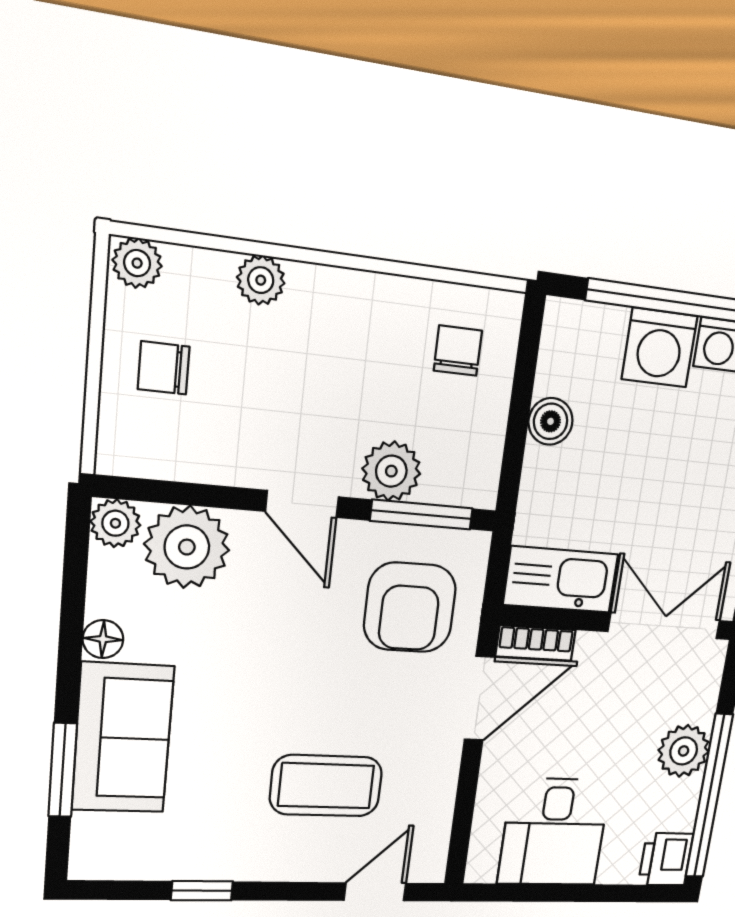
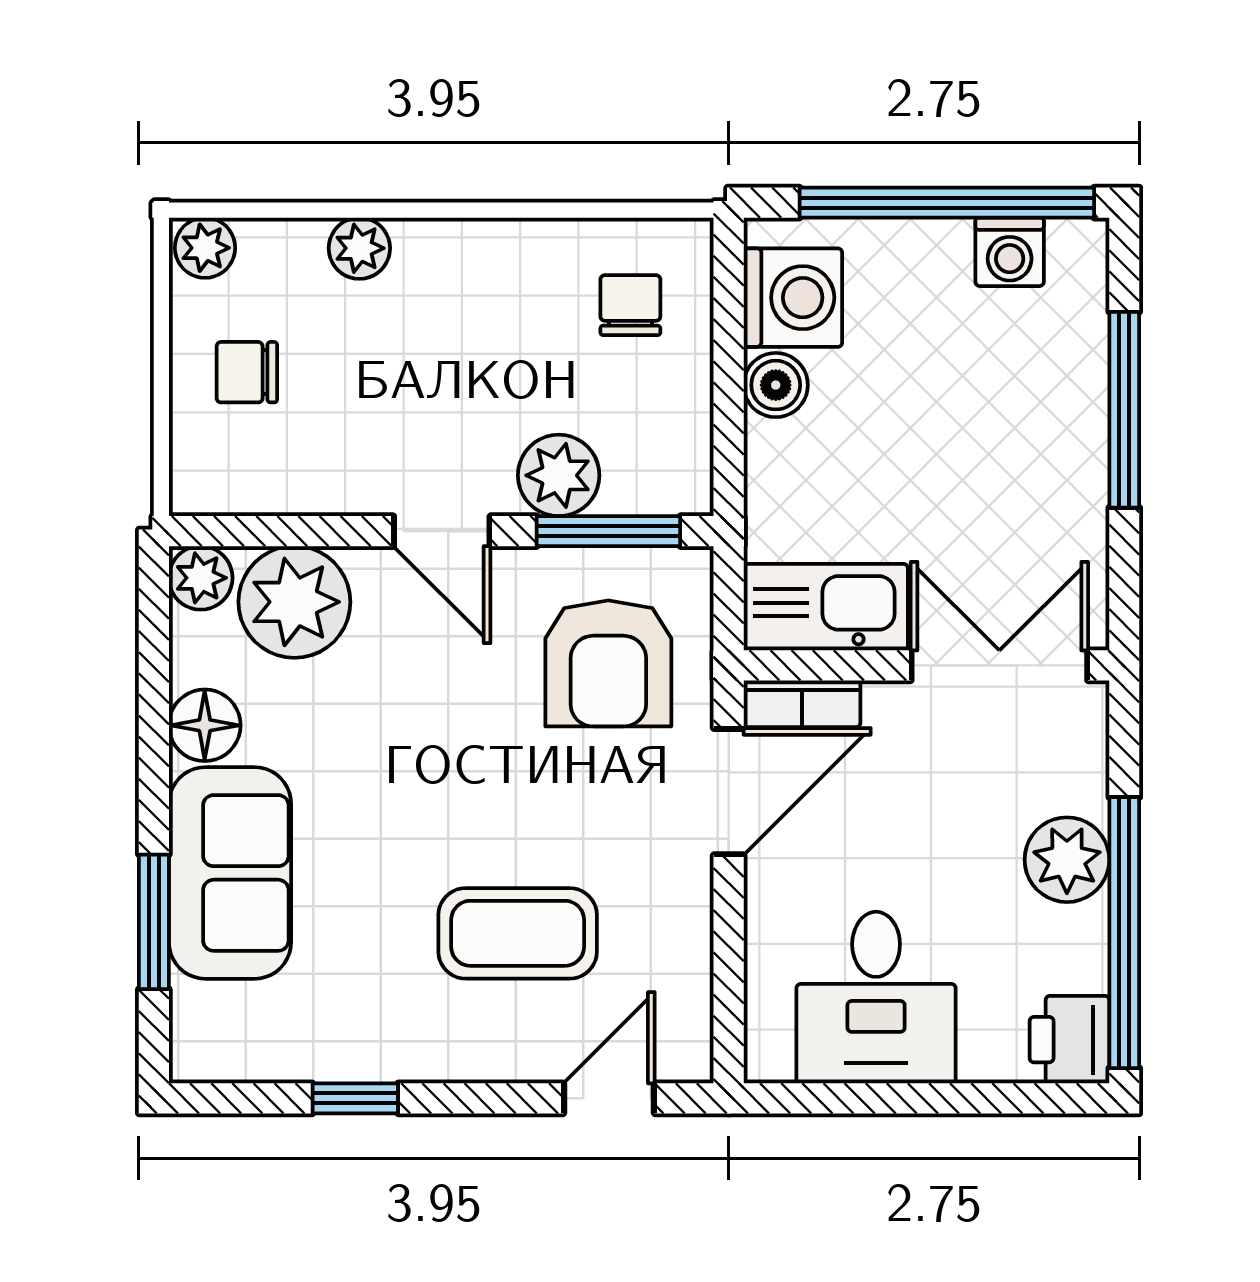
washing machine: (660, 348) -> (793, 298), moved, turned -90
floor lamp: (103, 639) -> (205, 725), width x1.37, depth x1.37

